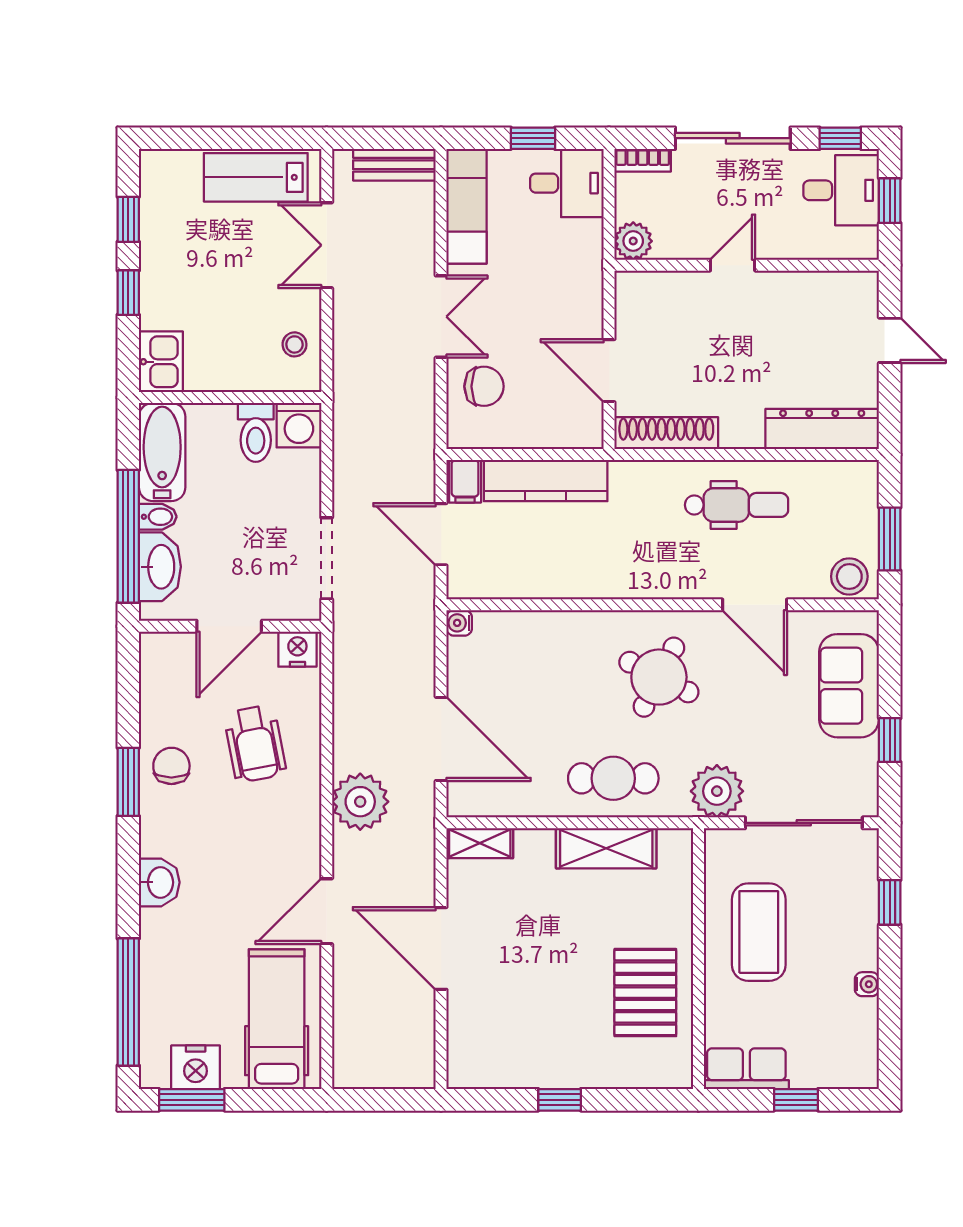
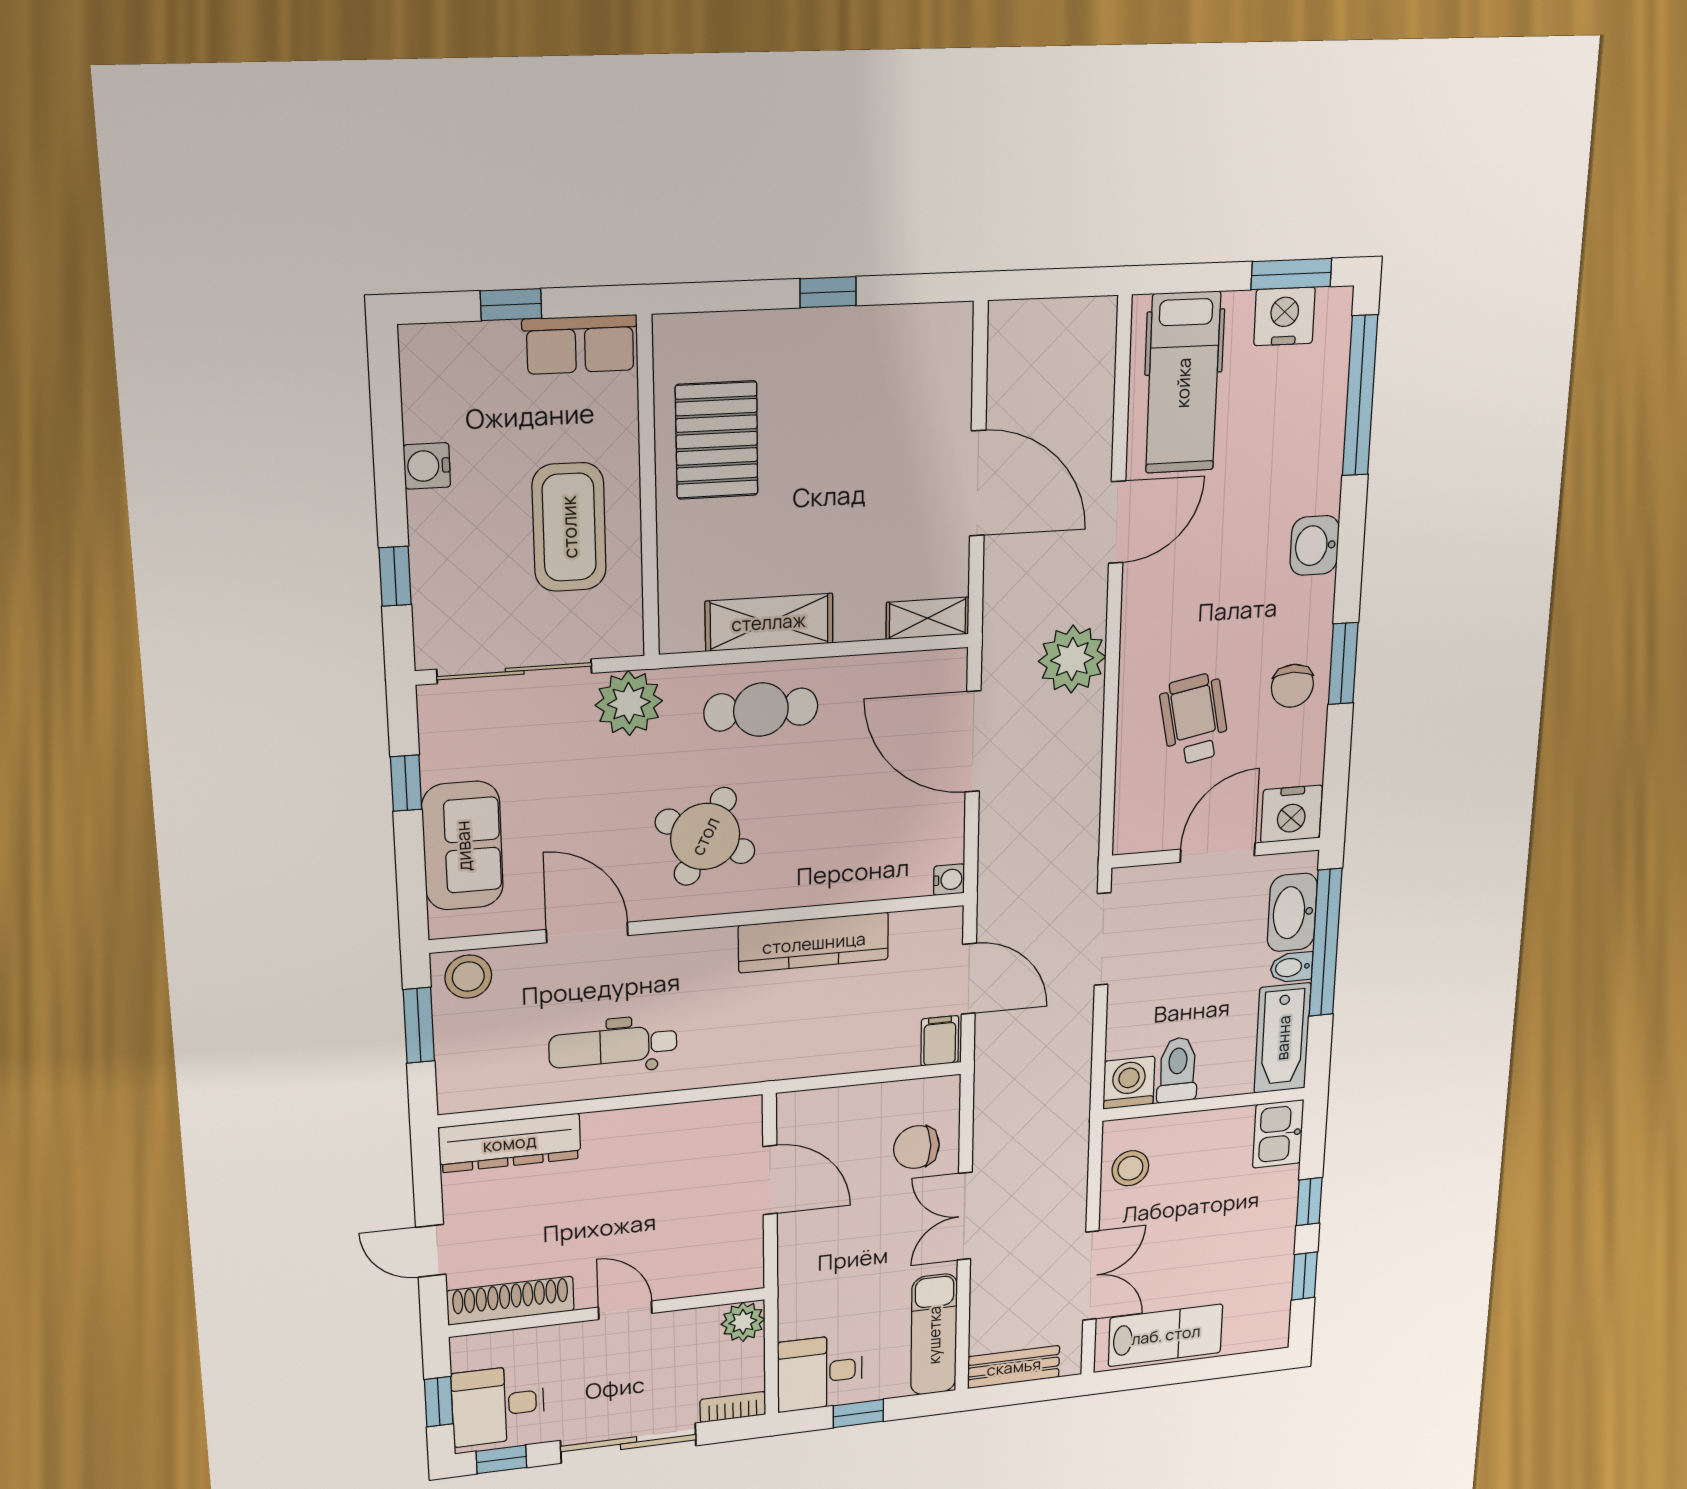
door: (733, 265) -> (625, 1310), swing flipped
stool: (294, 344) -> (1130, 1168), width x1.37, depth x1.37
shoe rack: (666, 433) -> (511, 1301), moved, turned 180
kitchen counter: (546, 481) -> (814, 943), moved, turned 180
nightstand: (297, 649) -> (1291, 814), moved, width x1.36, depth x1.33
water cooler: (867, 984) -> (427, 466), width x1.38, depth x1.38

